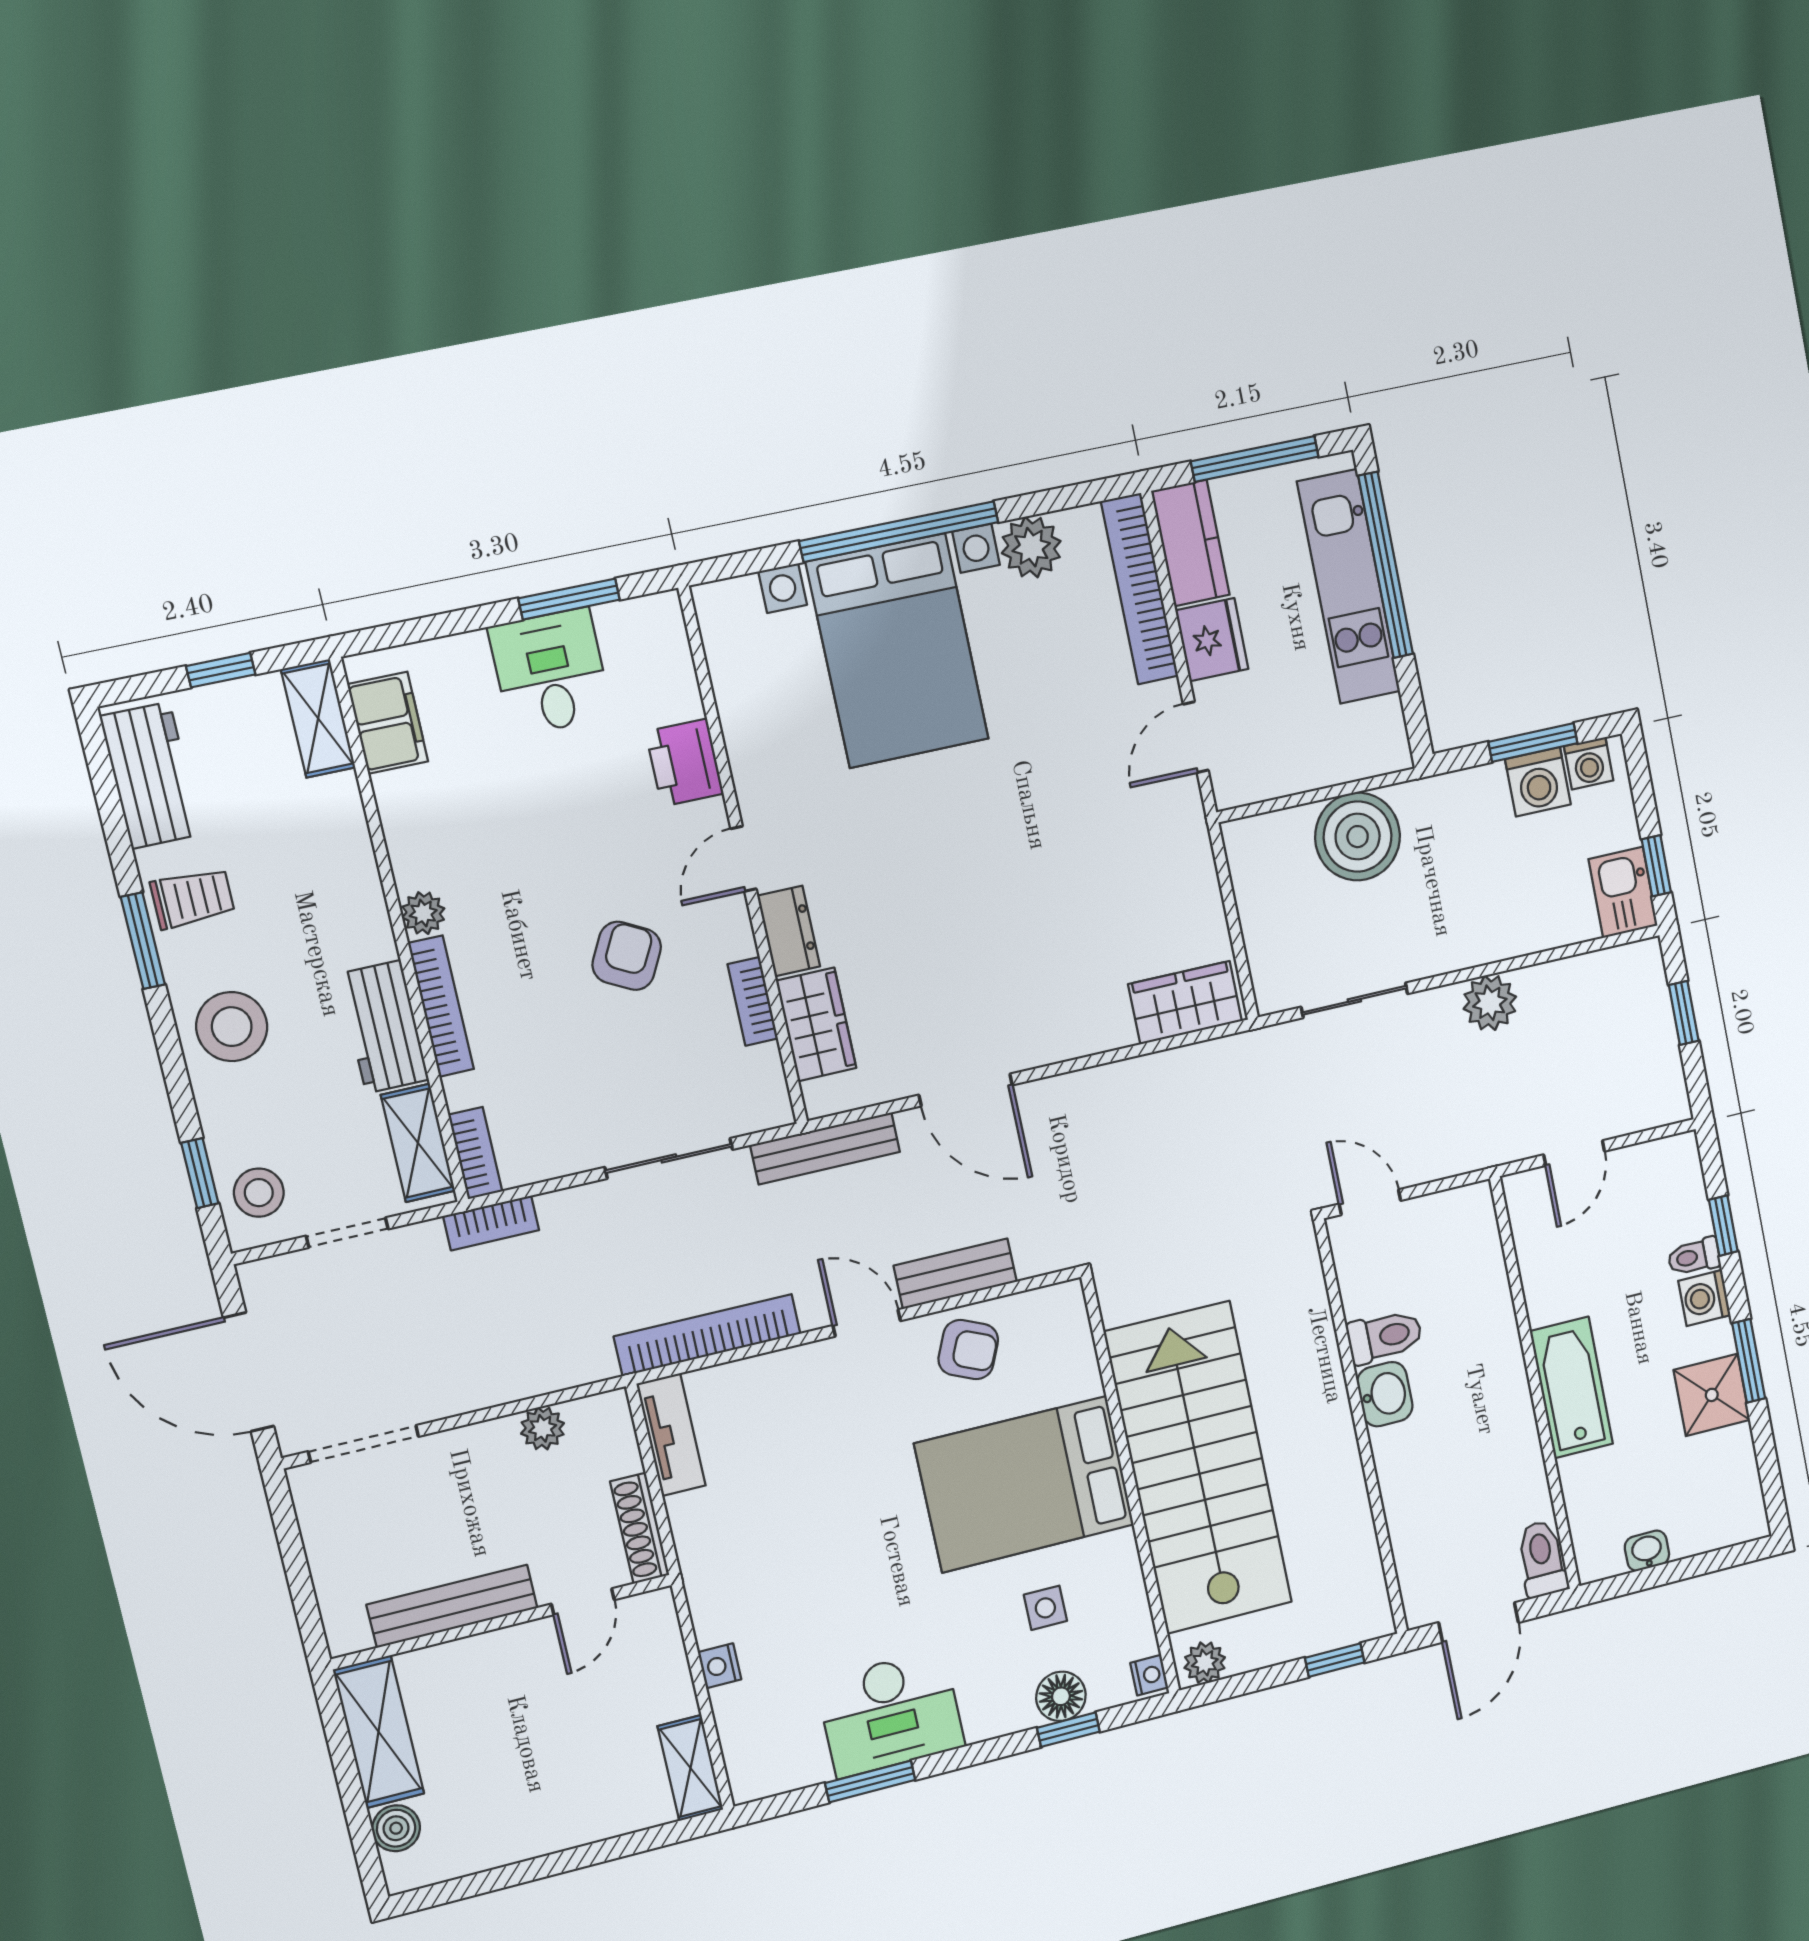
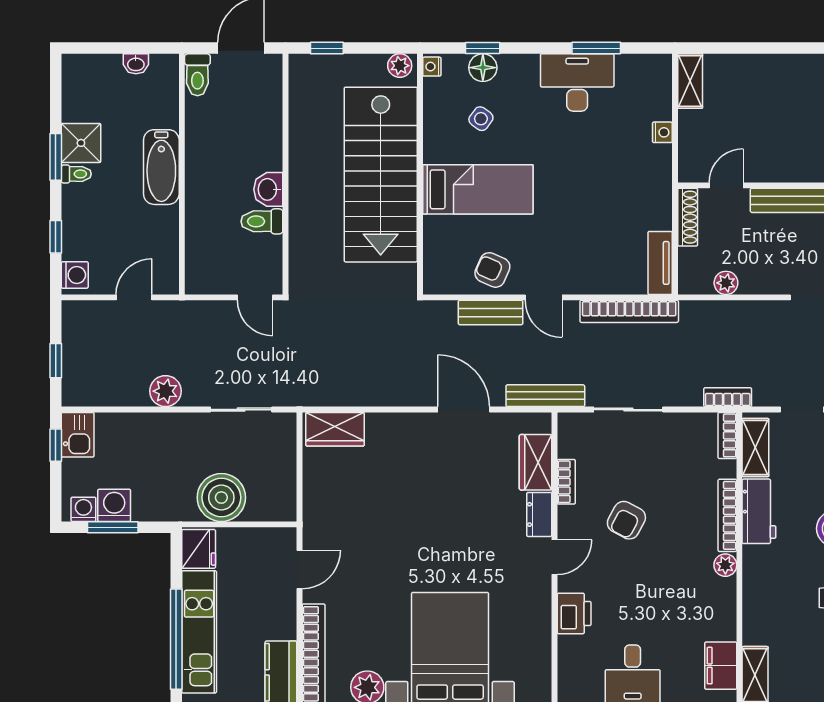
fridge: (1212, 640) -> (199, 549), moved, turned 180
toilet: (1694, 1257) -> (76, 174), moved
washing machine: (1704, 1298) -> (75, 275), moved
bed: (1024, 1484) -> (478, 189), width x0.67
side table: (1045, 1608) -> (481, 119), turned 36

